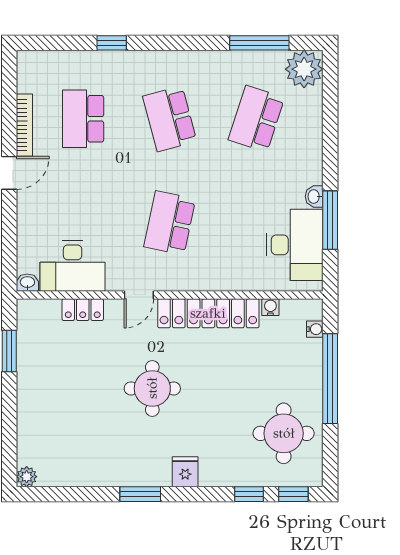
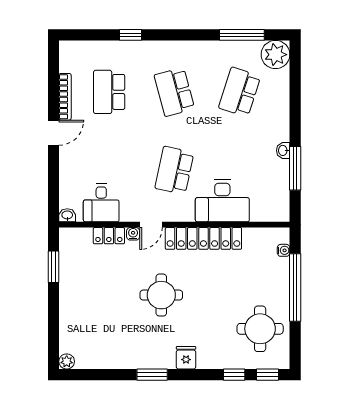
desk: (295, 245) -> (222, 201), moved, turned 90
desk: (73, 266) -> (101, 203), width x0.73
water cooler: (270, 307) -> (133, 234), moved

